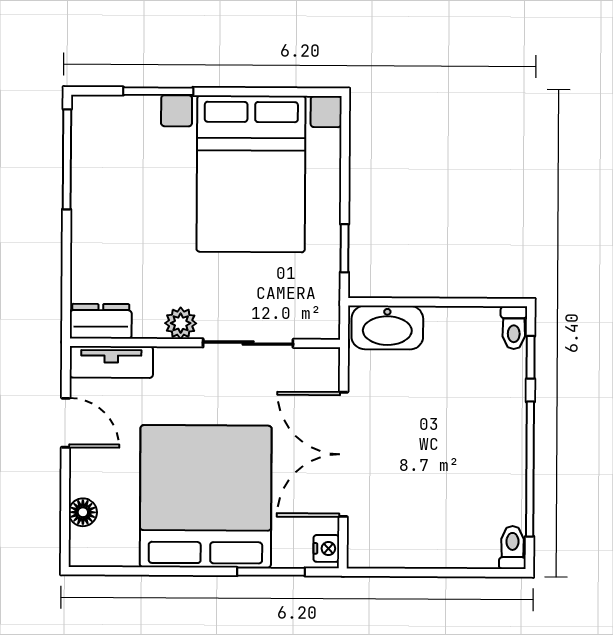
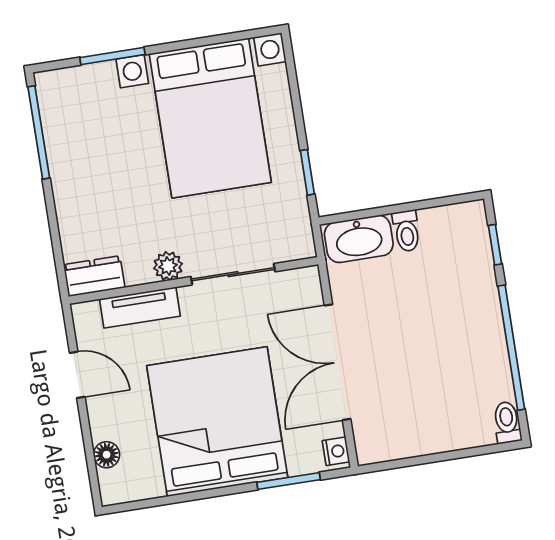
toilet: (514, 328) -> (407, 231), moved
tv unit: (111, 362) -> (140, 307), moved

